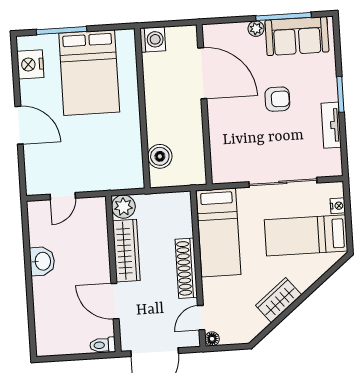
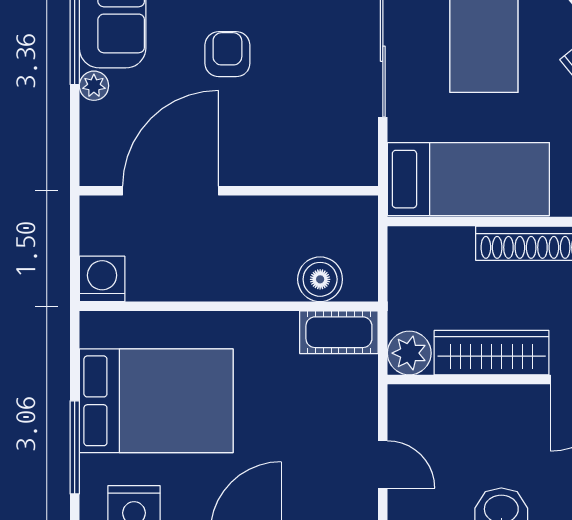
cot: (132, 168) -> (339, 332), added

